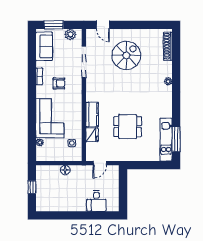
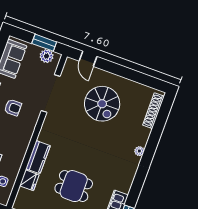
window: (54, 25) -> (44, 43), moved
spiral stairs: (126, 55) -> (102, 104), turned 90

